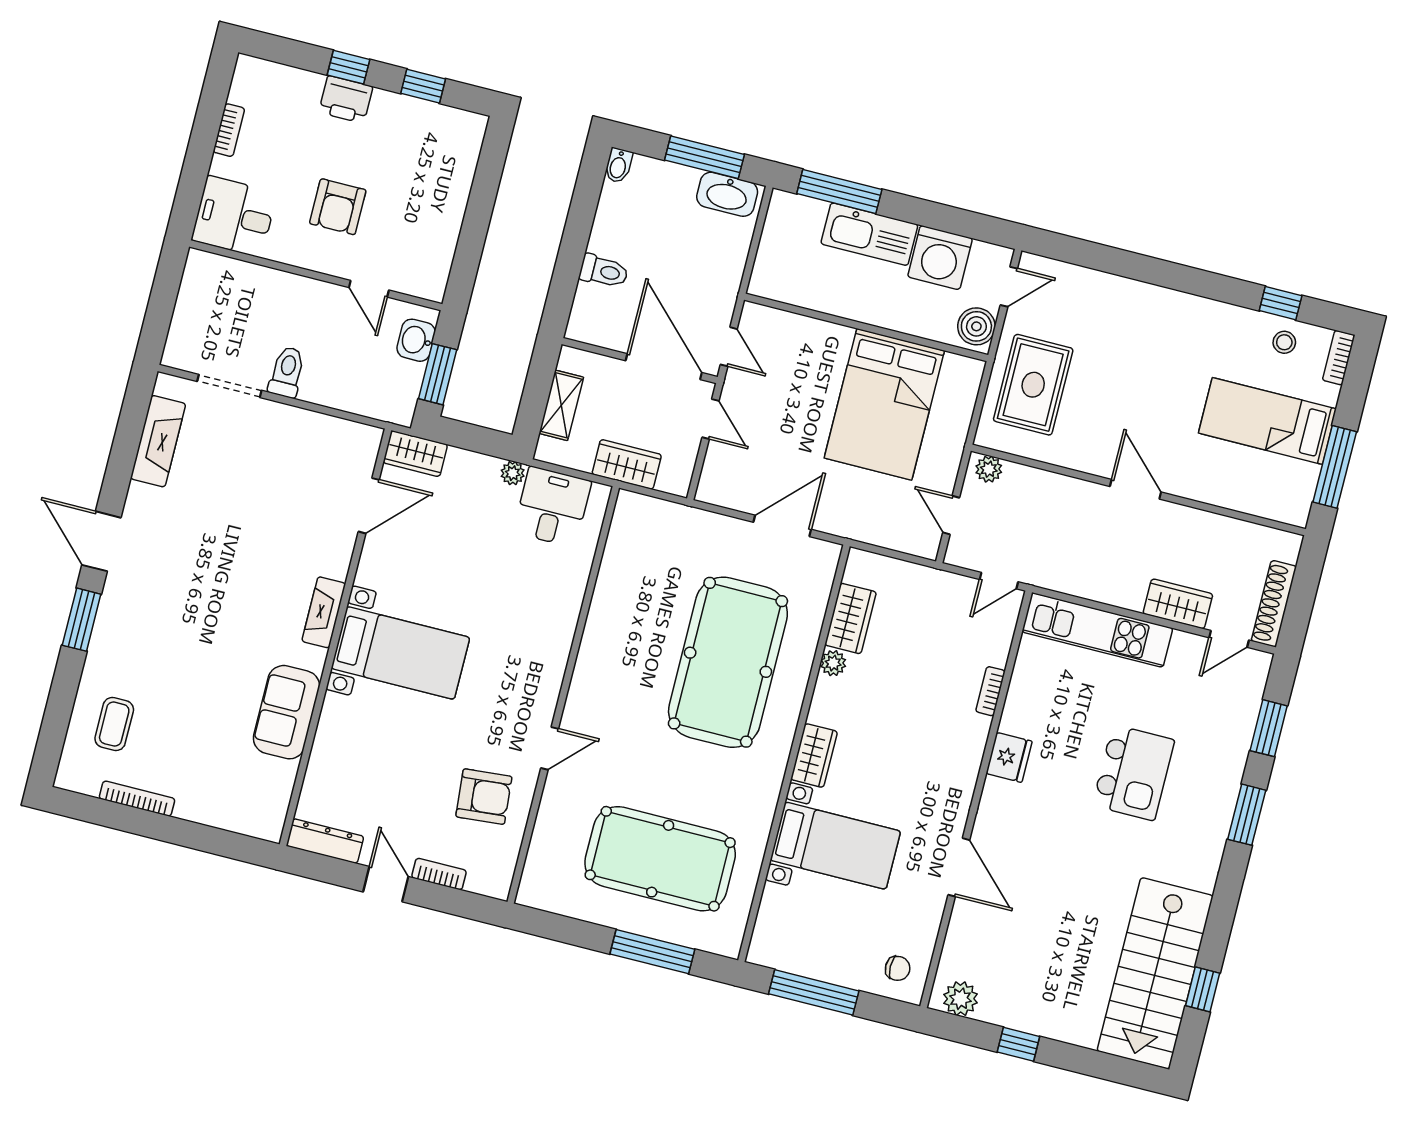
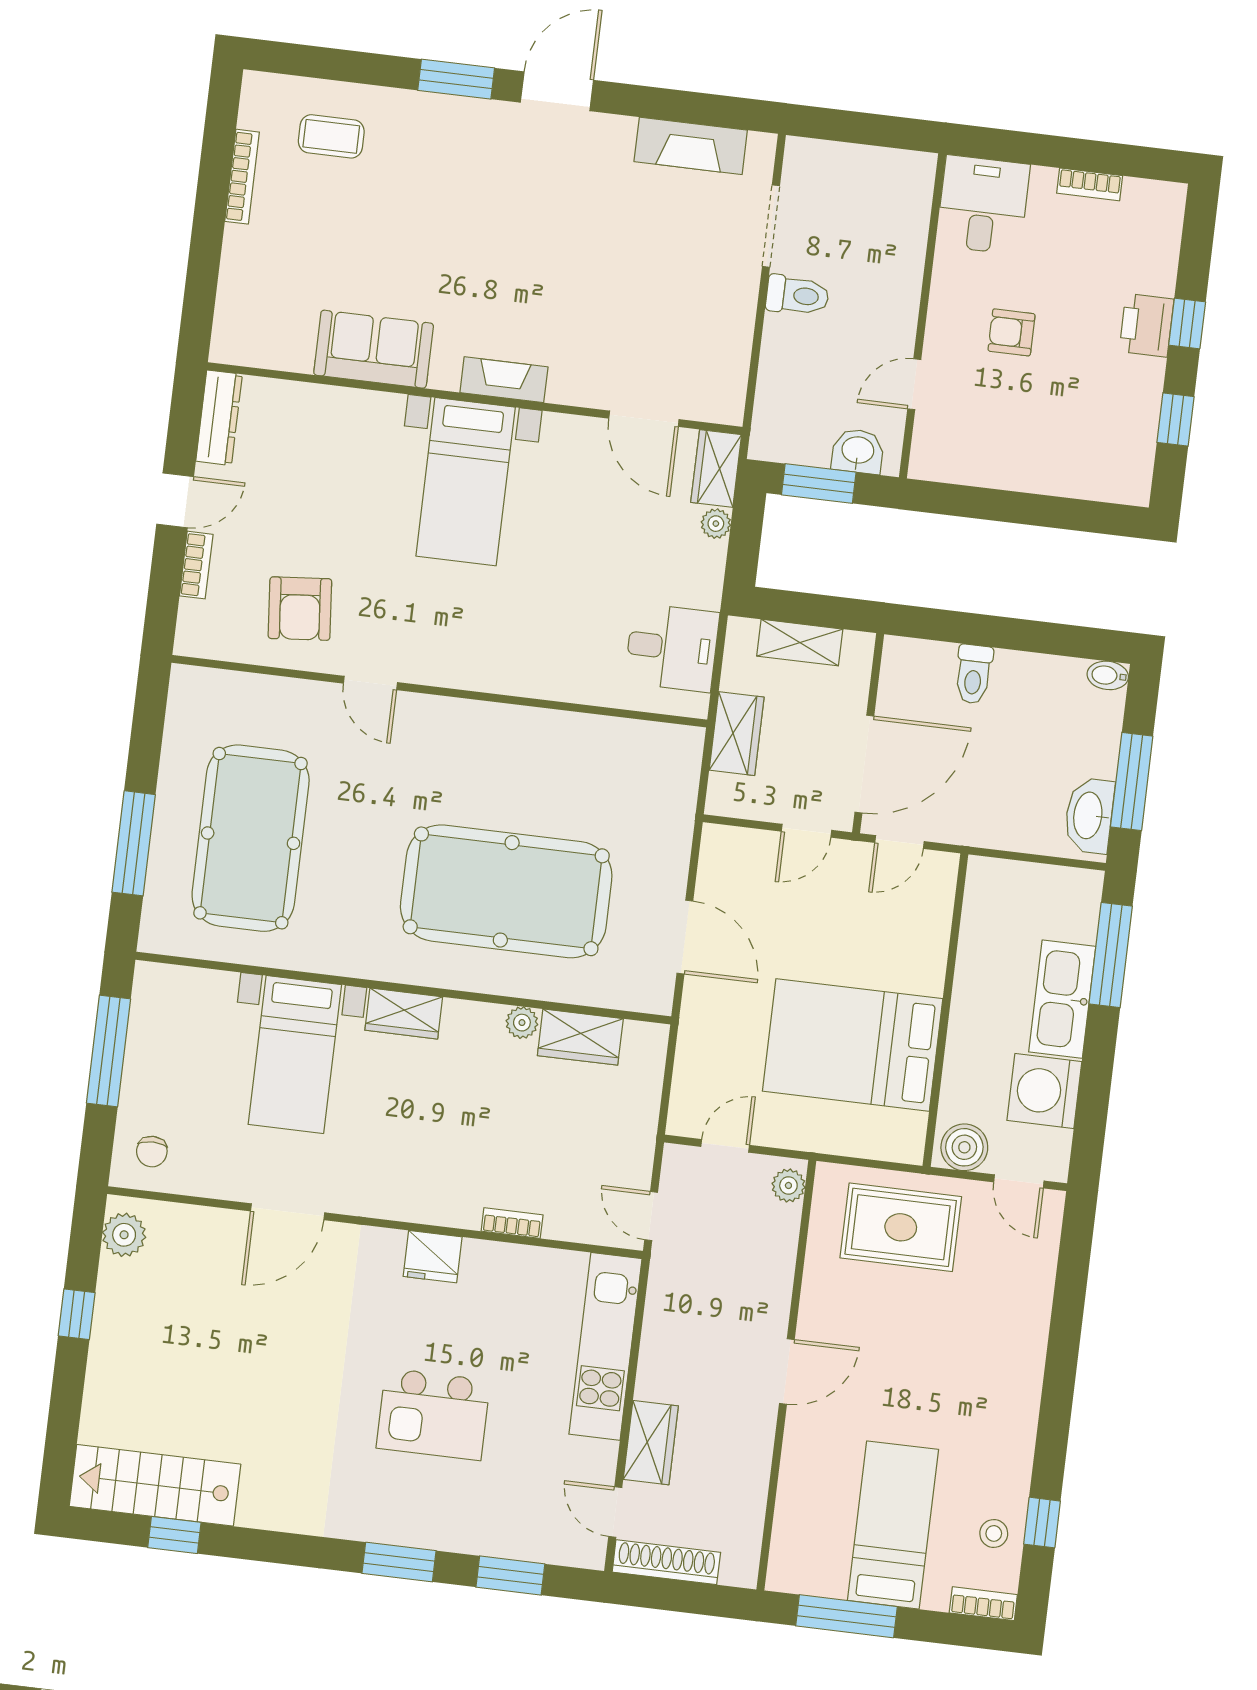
armchair: (338, 207) -> (1012, 332), width x0.72, depth x0.72
plant: (513, 473) -> (716, 524), moved
stairs: (1155, 973) -> (155, 1485), width x0.73, depth x0.66

